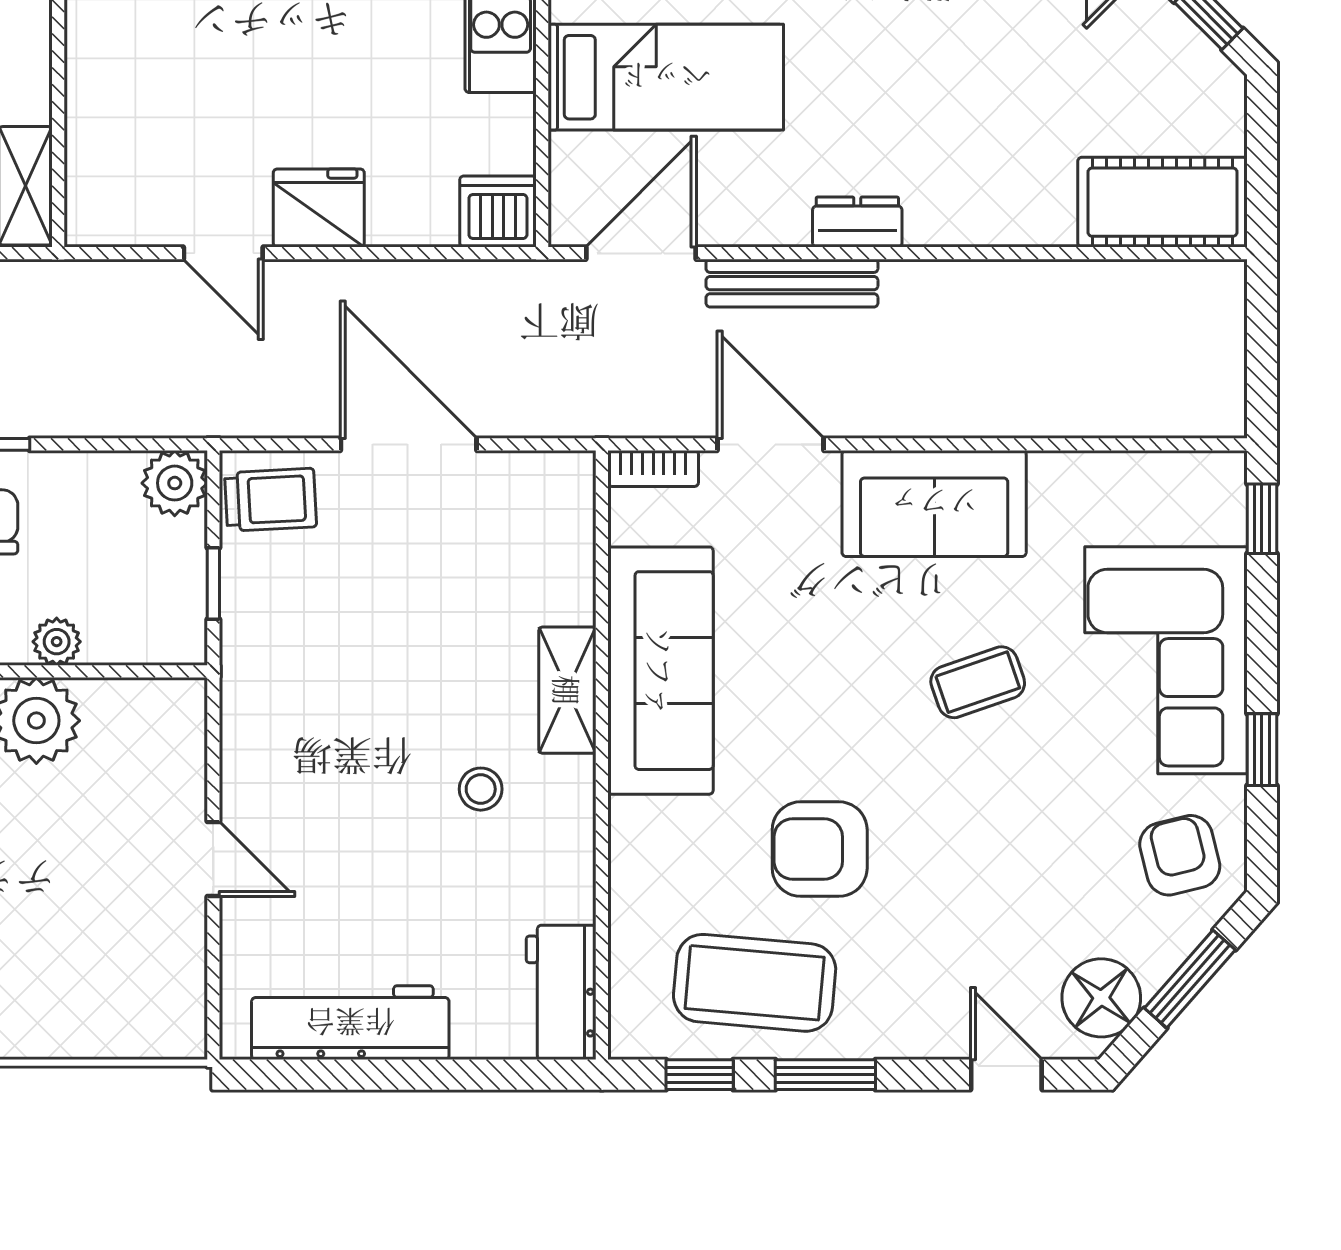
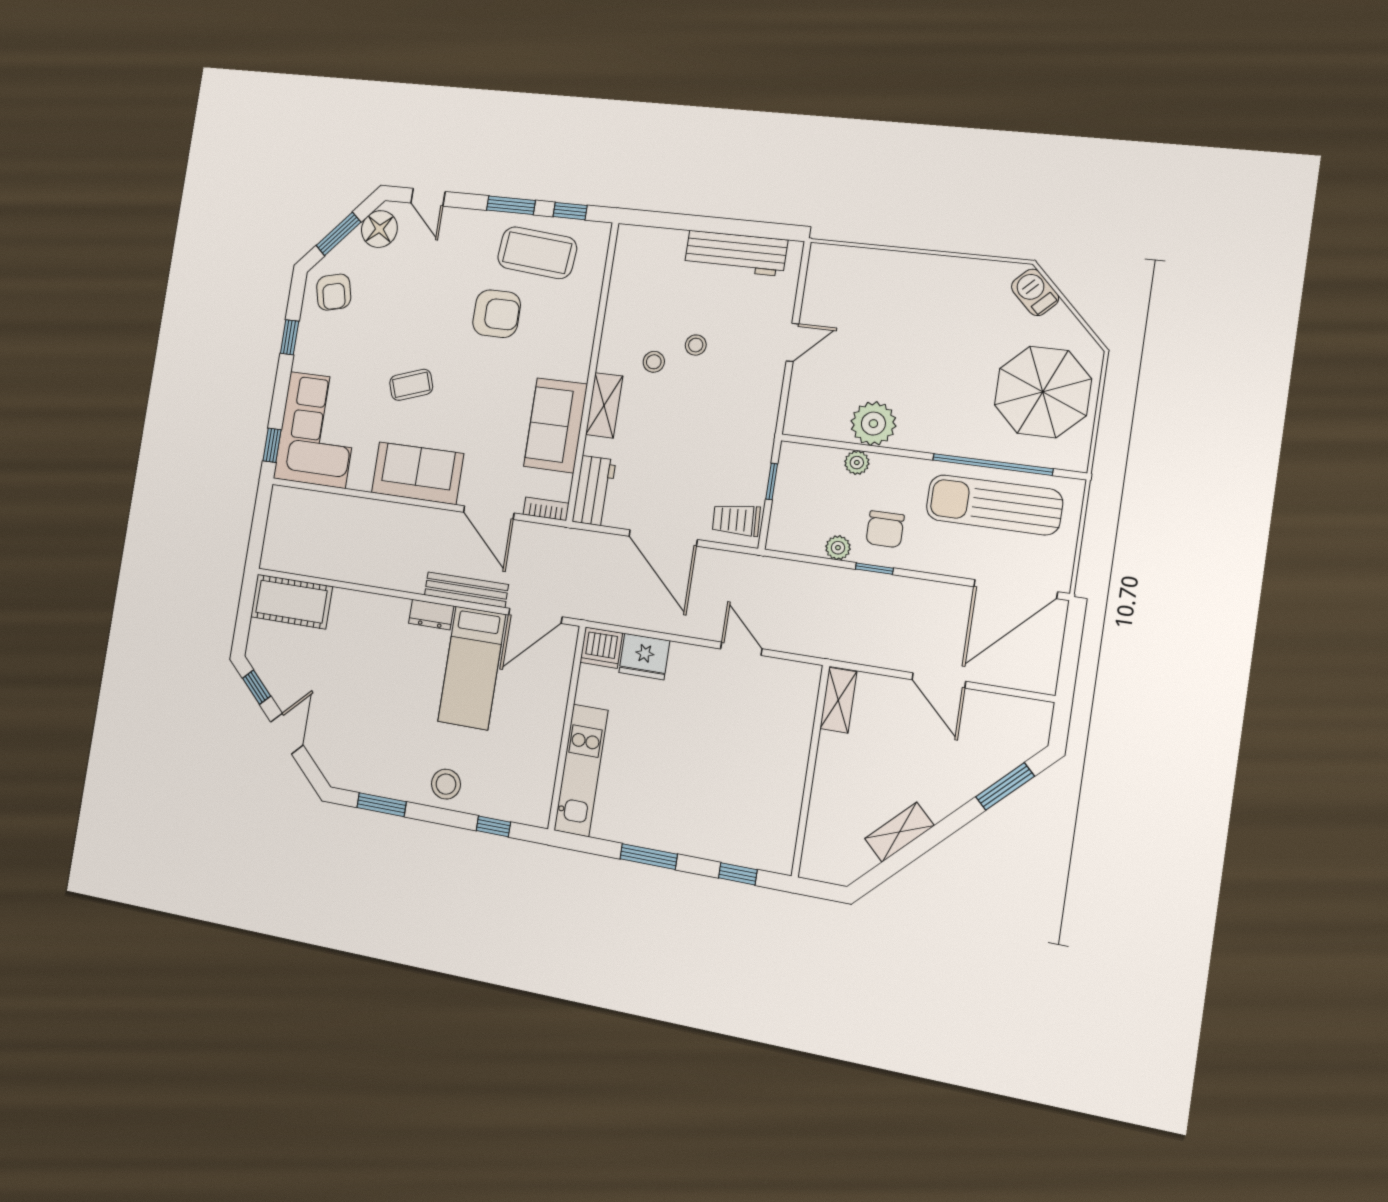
bed: (666, 77) -> (472, 668), moved, turned -90
fridge: (319, 208) -> (644, 657), moved
plant: (175, 483) -> (838, 548), moved, width x0.73, depth x0.73
corner sofa: (1166, 660) -> (318, 430), moved
sofa: (660, 671) -> (556, 425), width x0.73
stool: (402, 832) -> (696, 345), added
door: (213, 859) -> (792, 342), swing flipped
workbench: (561, 992) -> (594, 491), moved

